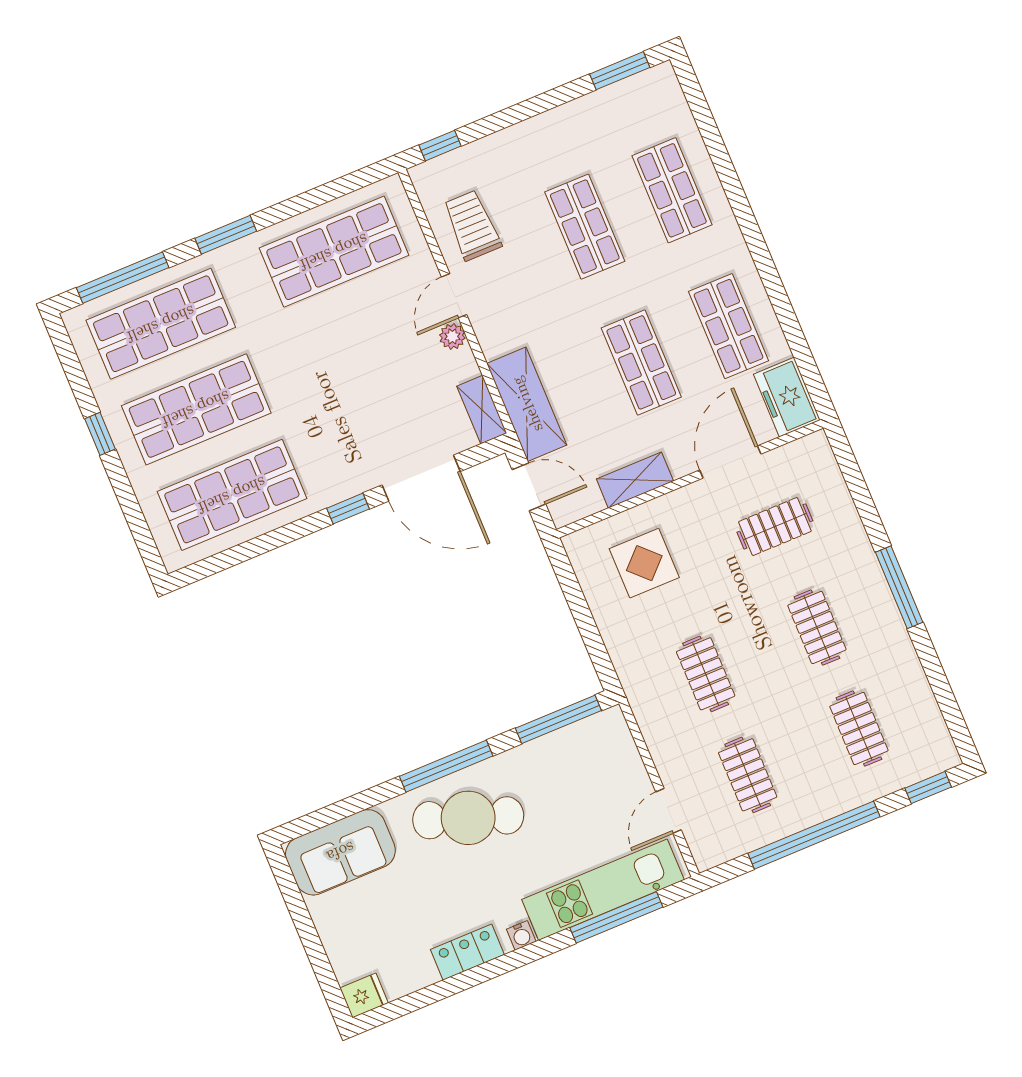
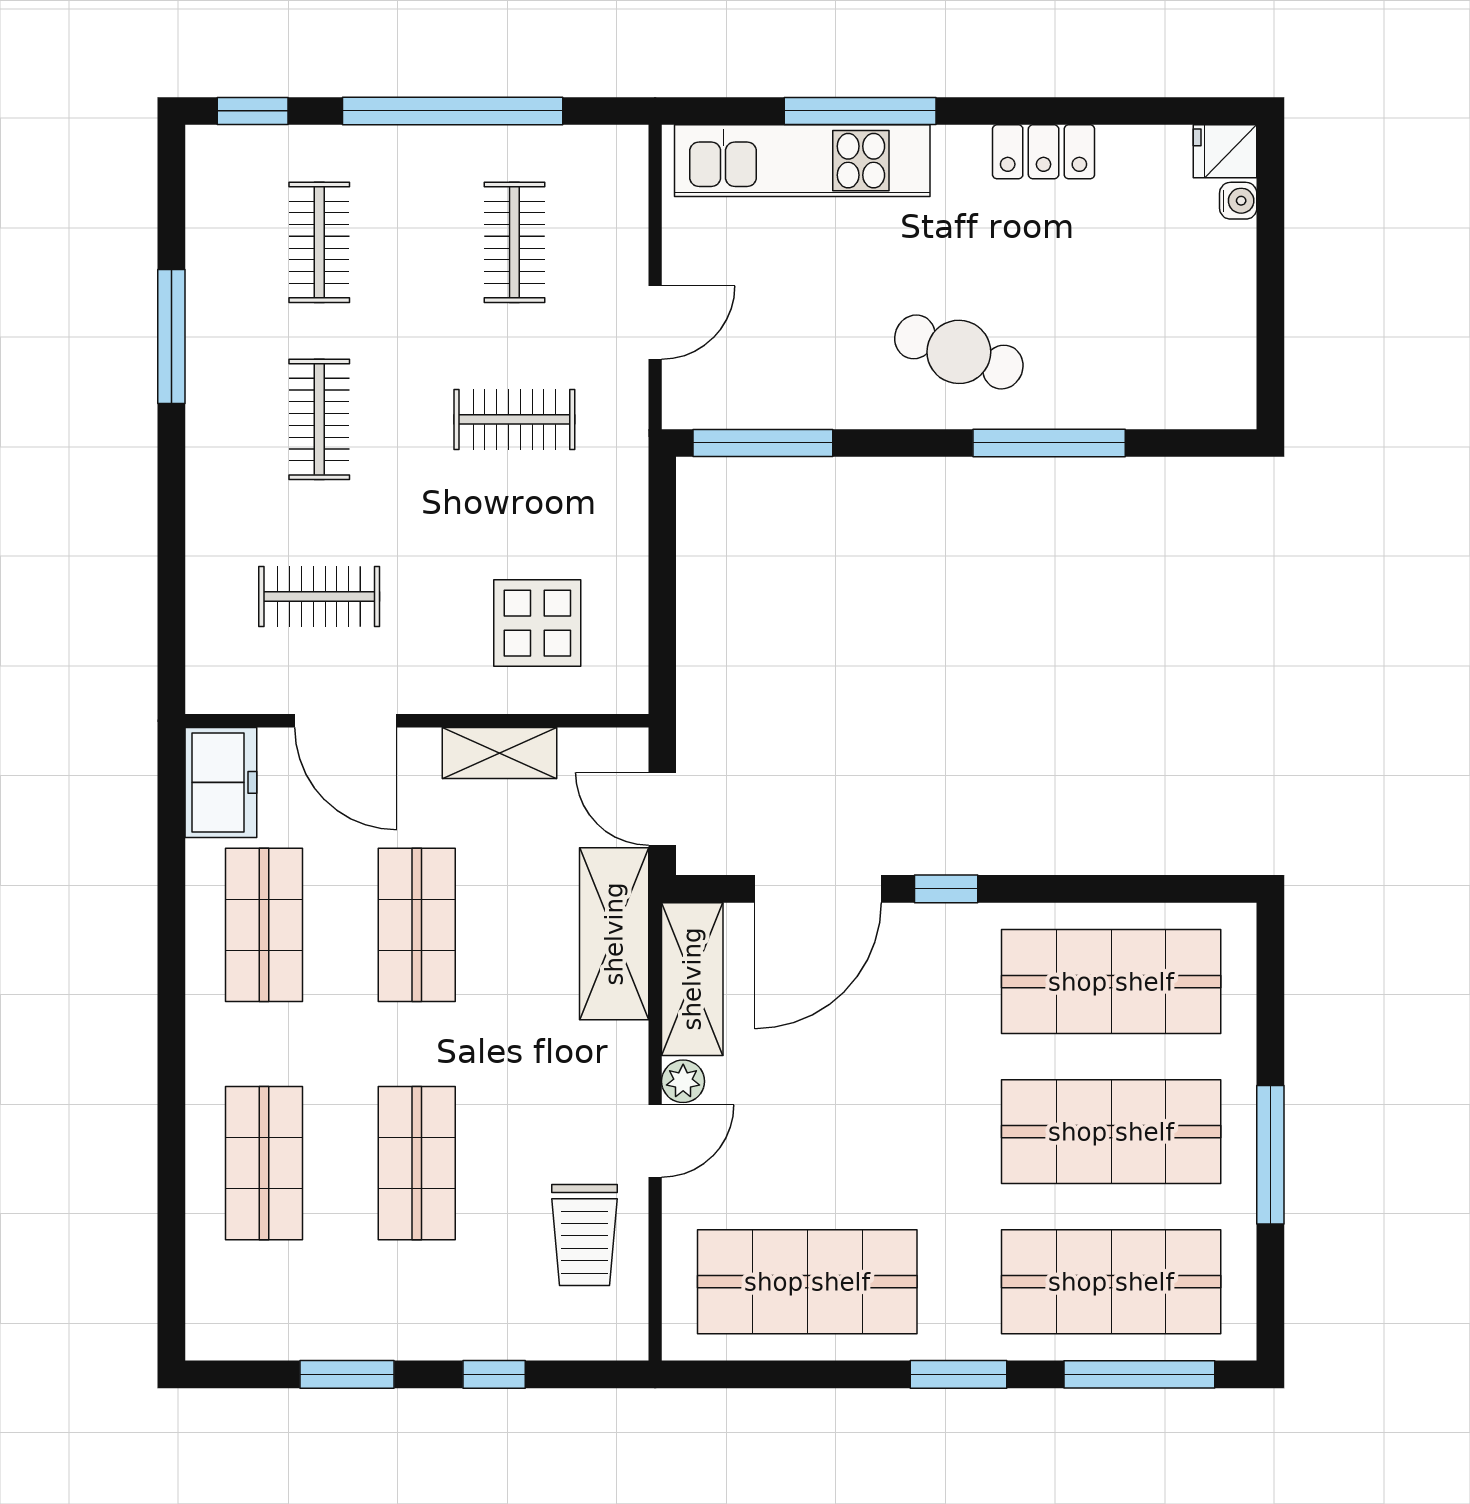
window: (620, 71) -> (347, 1374), moved
window: (440, 146) -> (494, 1374), moved
shelving: (482, 410) -> (692, 979), width x1.50, depth x1.33
window: (100, 434) -> (1270, 1155), width x2.17
door: (730, 462) -> (346, 721), hinge flipped
door: (421, 478) -> (818, 889), swing flipped
window: (899, 587) -> (171, 337), moved
clothes rail: (706, 674) -> (514, 419), turned 90
window: (446, 766) -> (1049, 443), moved
door: (669, 811) -> (655, 323), moved
cafe table: (468, 818) -> (959, 352), width x0.73, depth x0.74
sofa: (340, 852) -> (1171, 380), removed
window: (616, 917) -> (860, 111), moved
water cooler: (521, 935) -> (1238, 201), moved, turned 90

